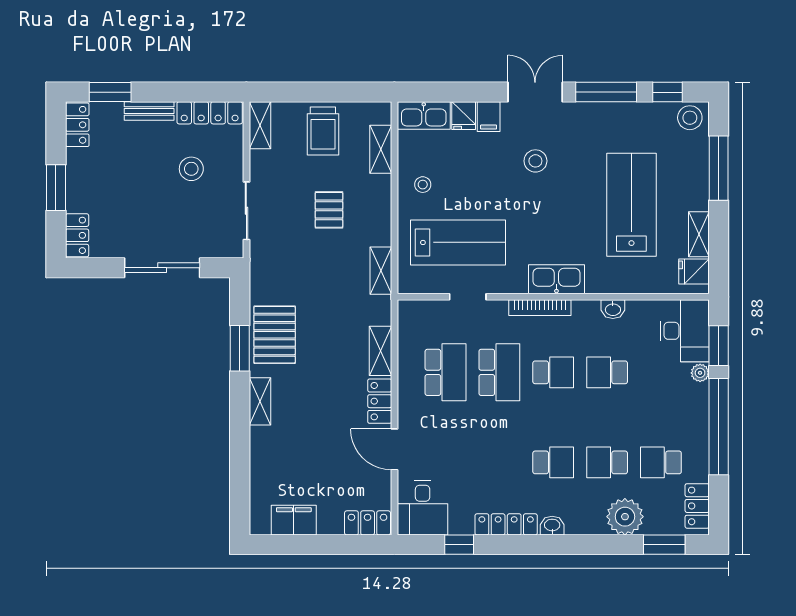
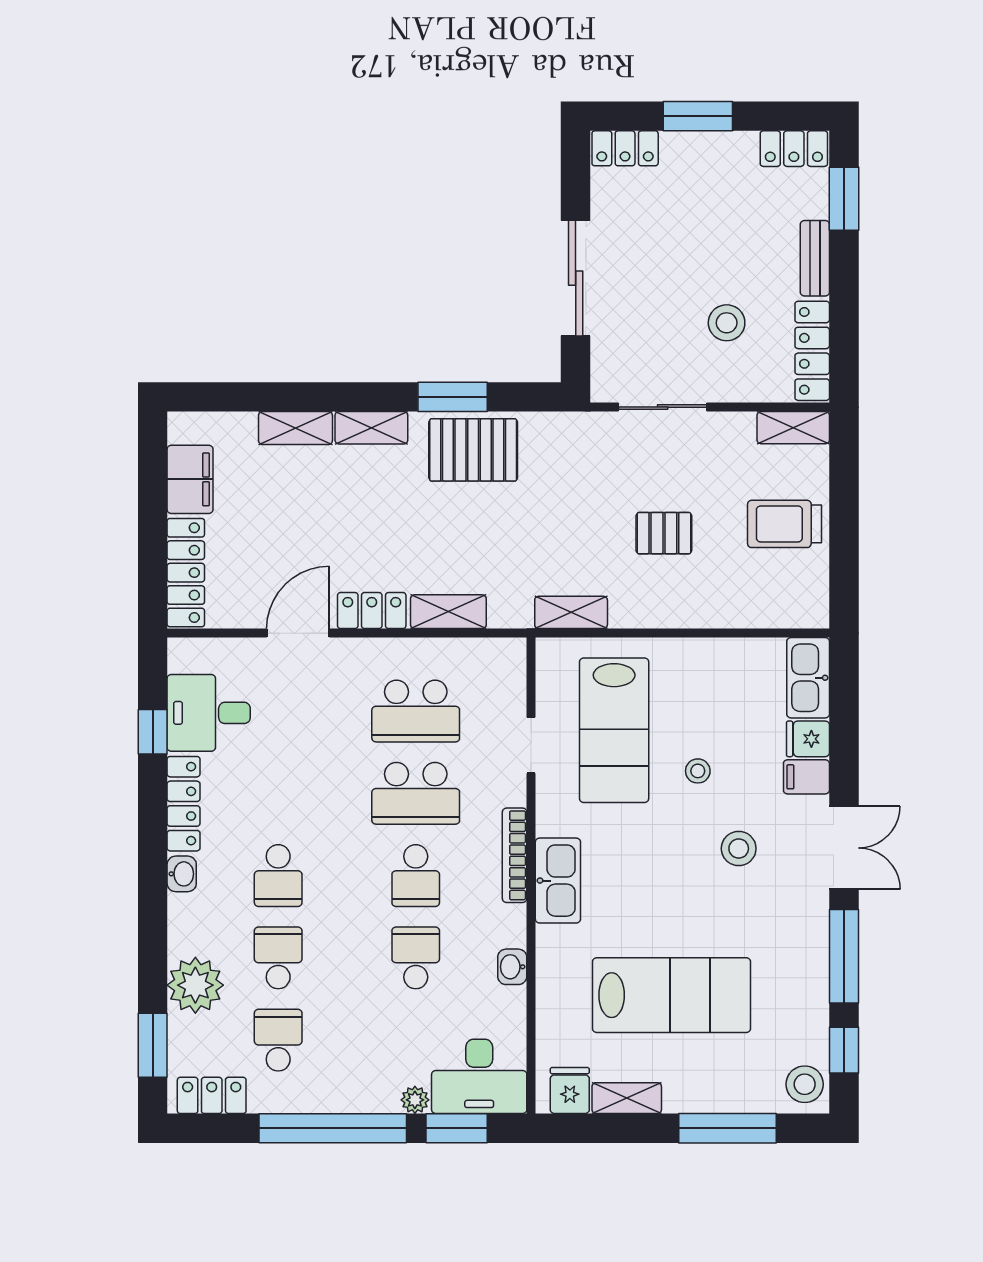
shelving: (381, 149) -> (295, 428), moved
stool: (423, 185) -> (698, 771), moved
desk: (423, 508) -> (209, 713), moved
locker: (368, 523) -> (186, 573), width x1.53

